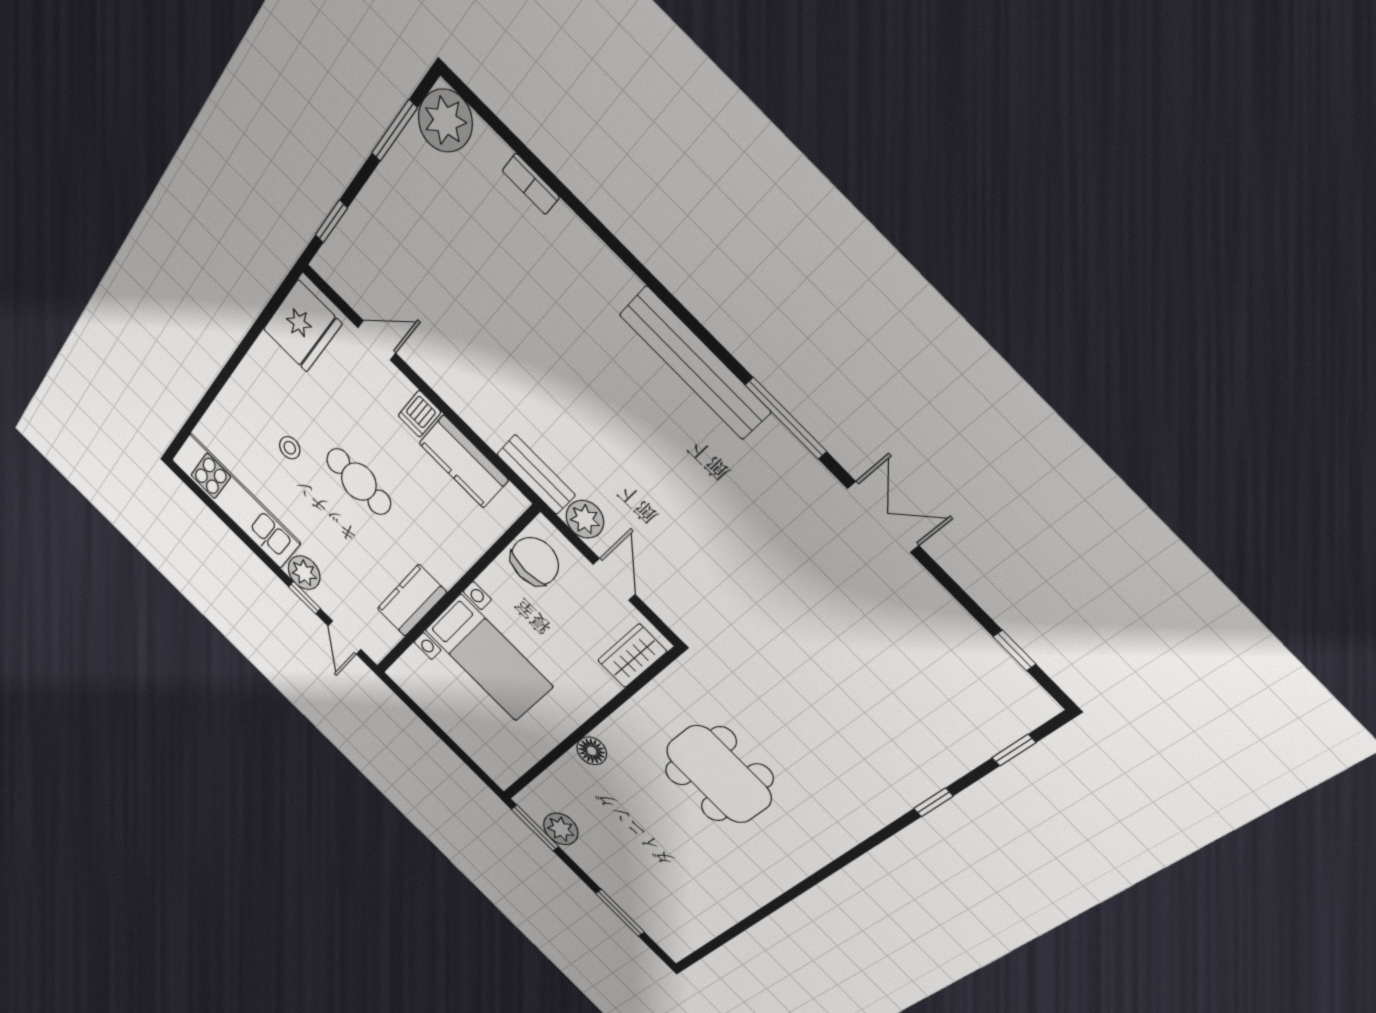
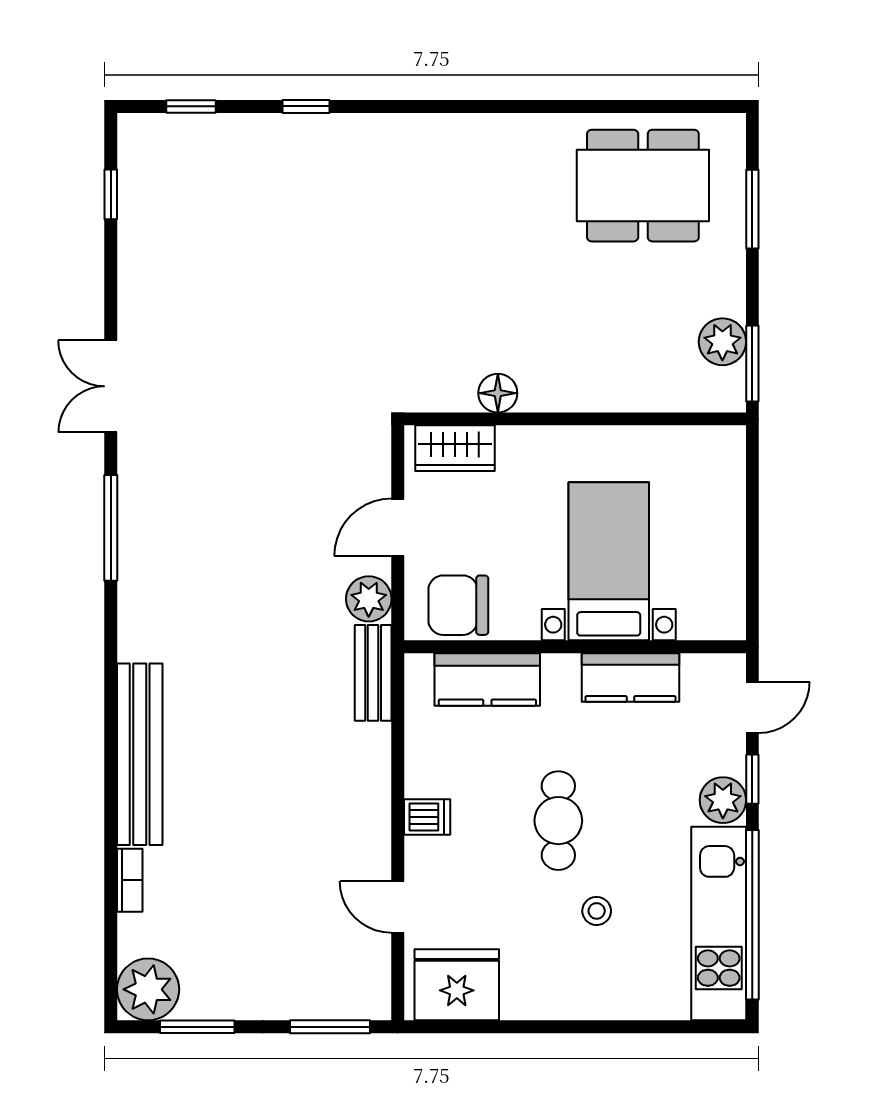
window: (331, 221) -> (330, 1027), width x1.50
bench: (695, 363) -> (140, 754), moved
kitchen counter: (464, 462) -> (487, 679), moved, turned 90
window: (229, 522) -> (752, 915), added
floor lamp: (592, 751) -> (498, 393), moved
dining table: (719, 774) -> (643, 186), moved, turned 90

